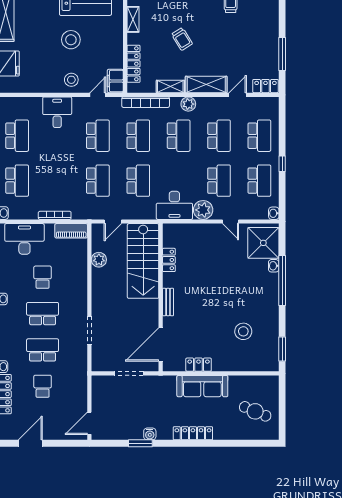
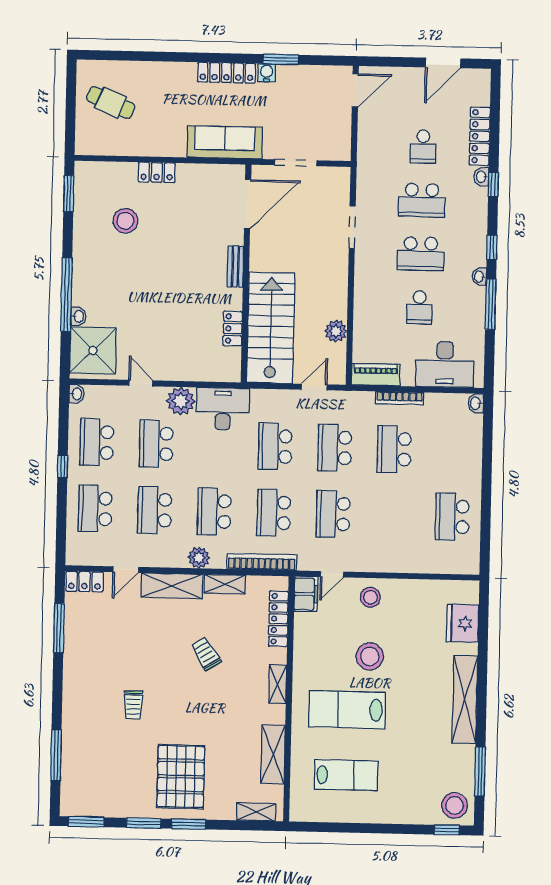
desk: (57, 112) -> (392, 550), removed
school desk: (17, 181) -> (394, 449), moved
locker: (199, 365) -> (157, 172), moved
sofa: (202, 386) -> (225, 142), moved
locker: (193, 433) -> (226, 73), moved

